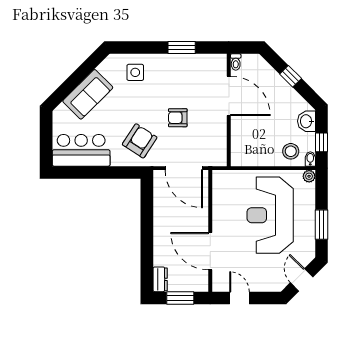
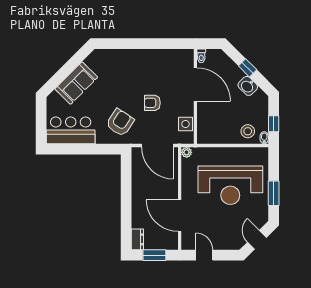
window: (182, 48) -> (156, 44), removed
side table: (135, 72) -> (185, 124), moved
washbasin: (306, 121) -> (248, 86), moved, turned -45
plant: (309, 176) -> (187, 152), moved
reception desk: (270, 215) -> (230, 185), turned -90

